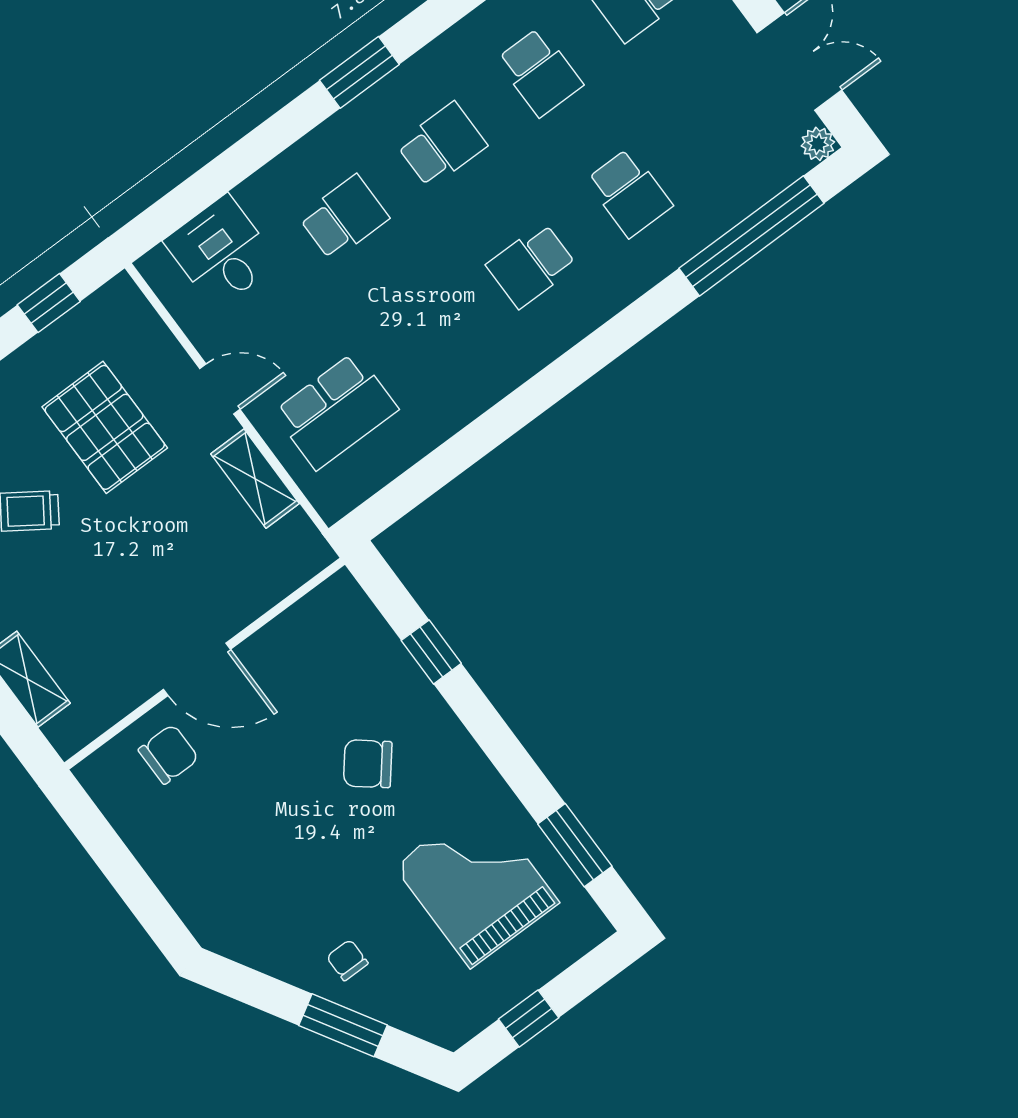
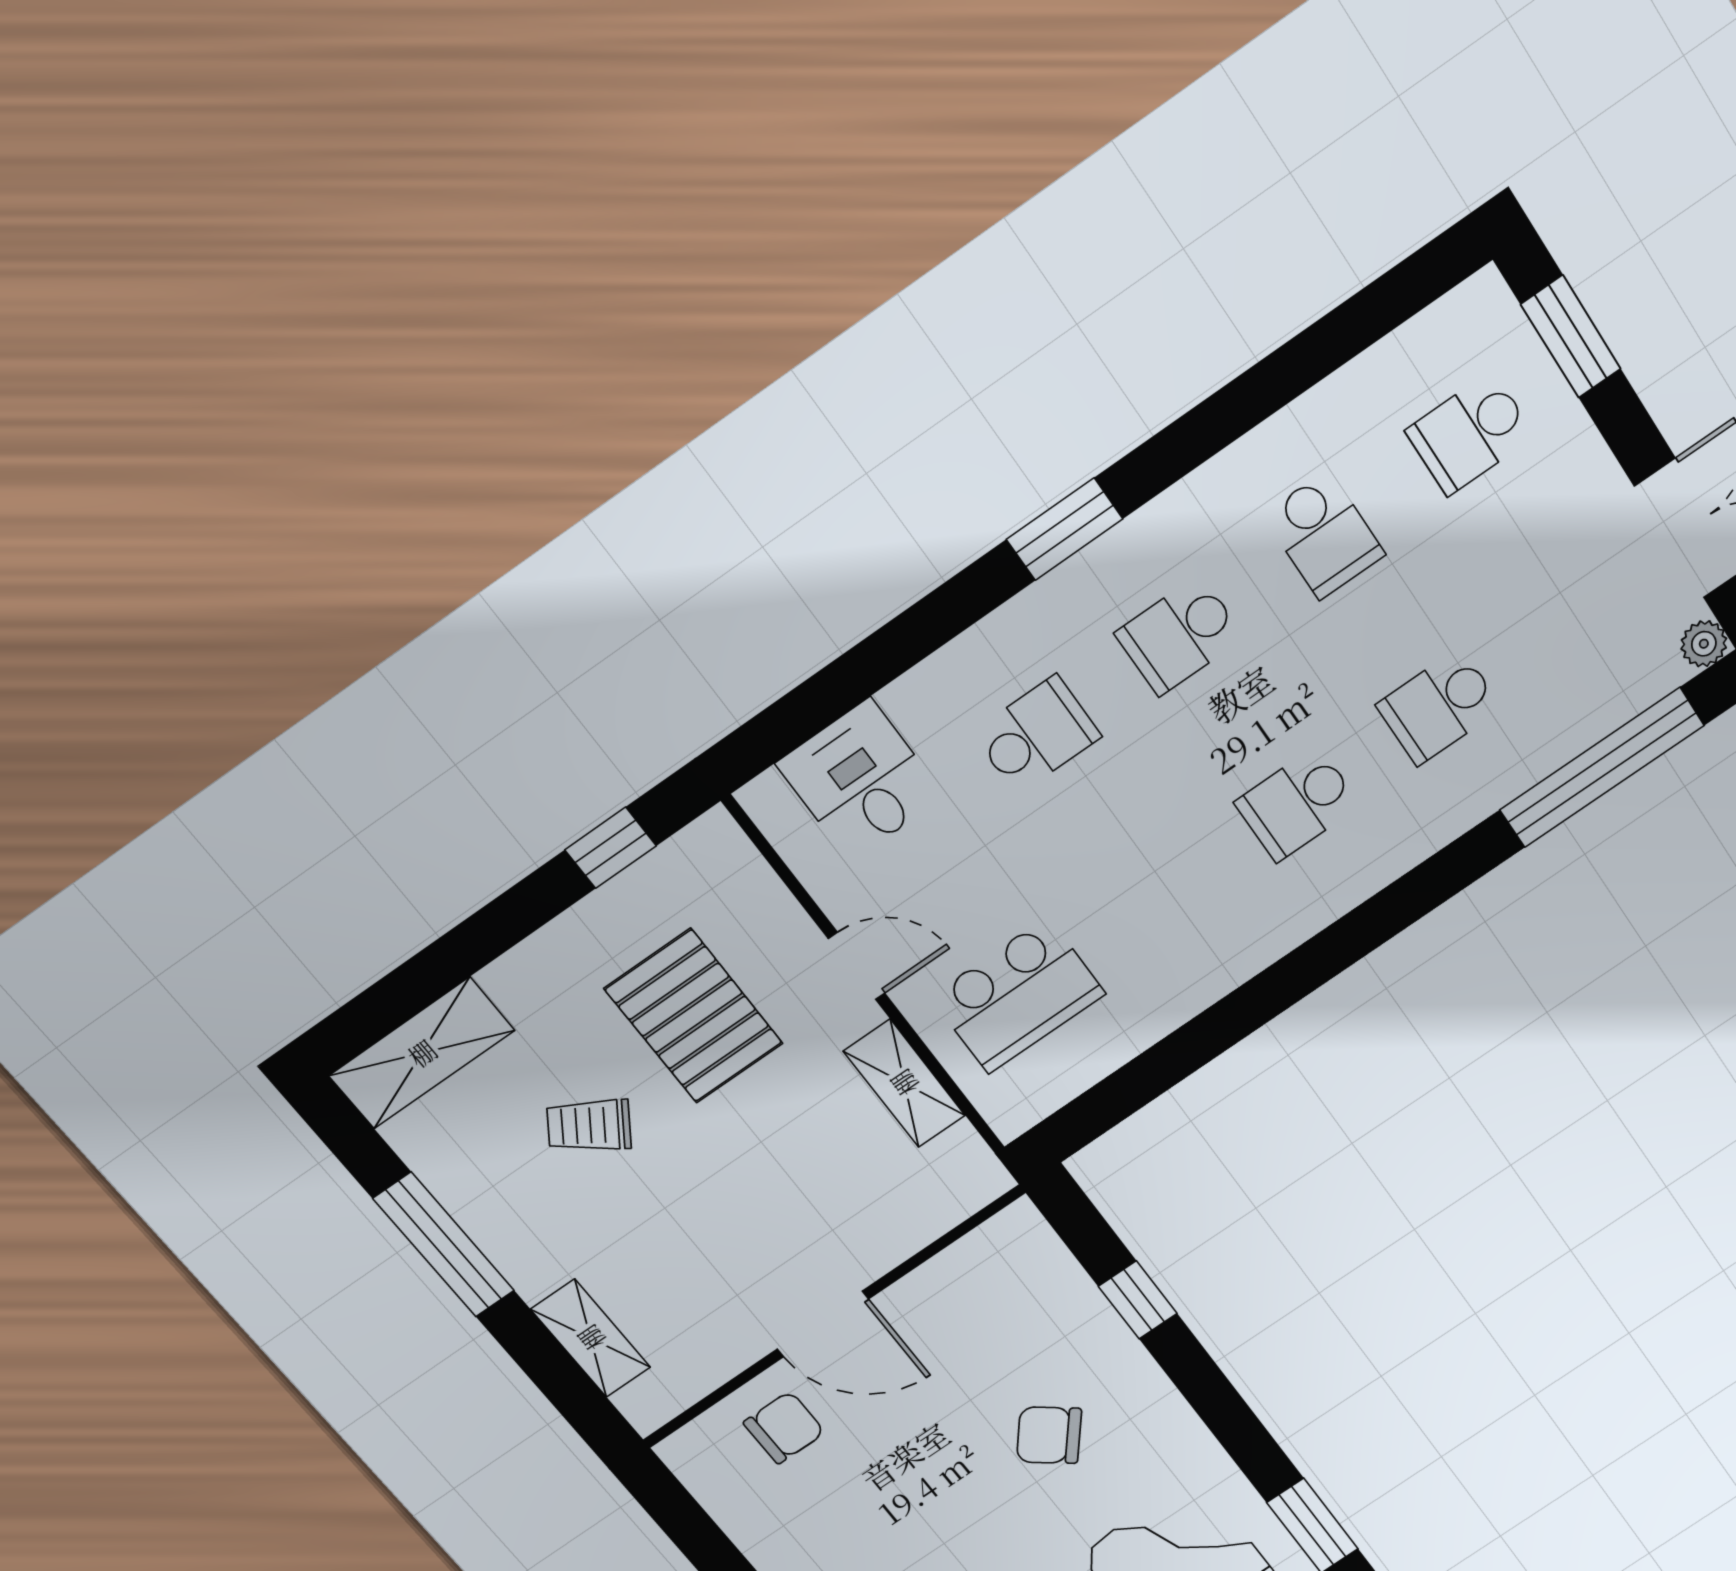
school desk: (442, 145) -> (1180, 635), turned 180
school desk: (629, 193) -> (1439, 707), turned 90

